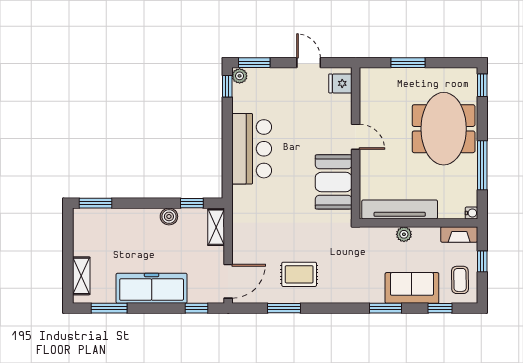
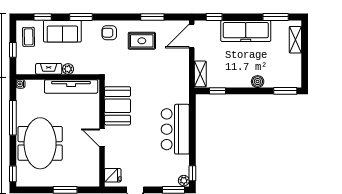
boiler: (169, 216) -> (258, 82), moved
fireplace: (459, 234) -> (49, 69), moved
armchair: (345, 286) -> (109, 33), added

